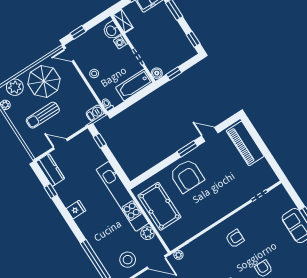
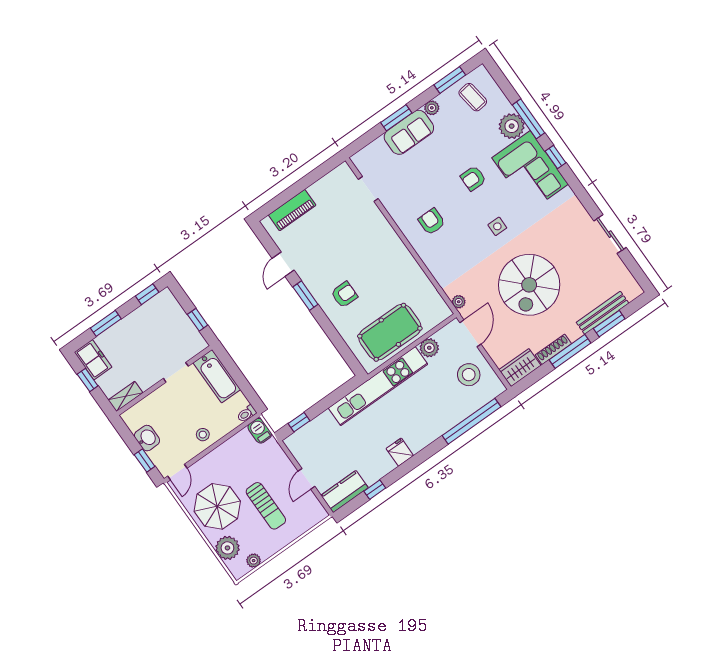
washbasin: (111, 31) -> (147, 438), moved, turned -90
washing machine: (120, 42) -> (156, 399), removed
boiler: (157, 73) -> (198, 344), removed
piano: (245, 143) -> (292, 210), width x0.73, depth x0.75
armchair: (187, 176) -> (344, 295), width x0.53, depth x0.53

